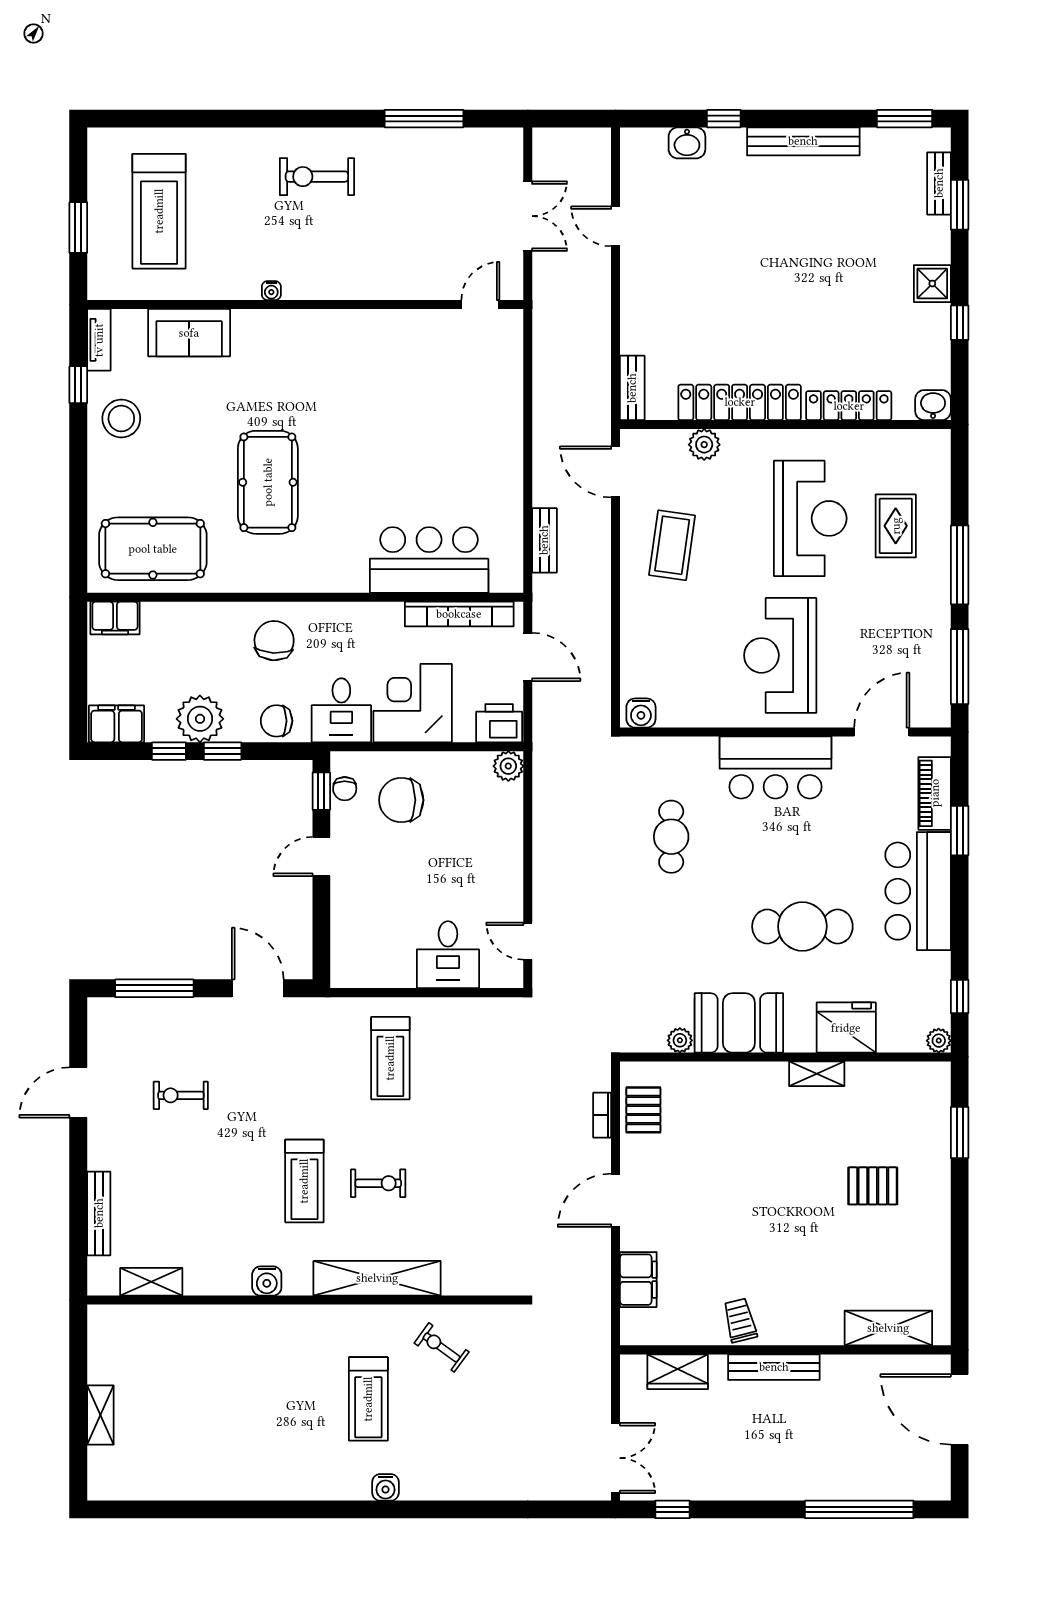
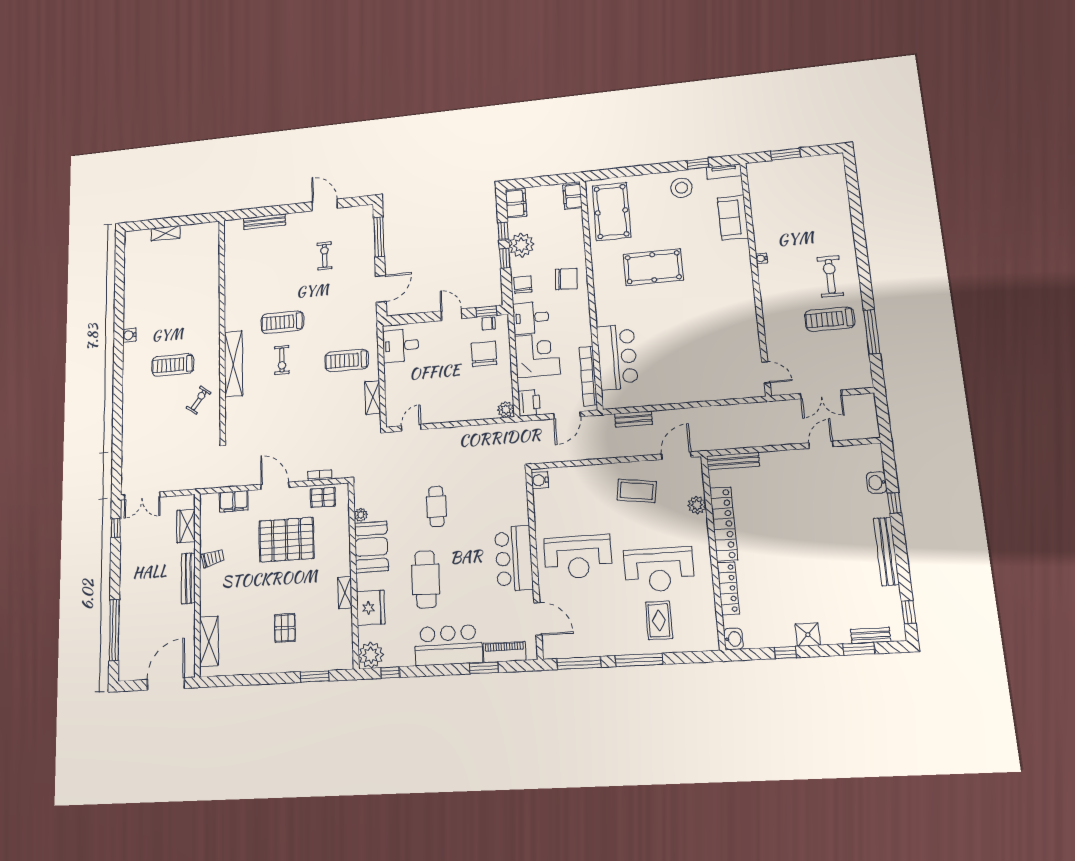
window: (905, 119) -> (909, 612), width x0.67
treadmill: (159, 211) -> (830, 319), moved, width x0.73, depth x0.73
bench: (632, 388) -> (733, 461), width x1.36
rug: (896, 526) -> (659, 620), turned 90
reception desk: (780, 655) -> (578, 557), turned 180
cafe table: (671, 837) -> (436, 506), moved, turned 90
desk: (448, 955) -> (401, 346), moved
plant: (939, 1041) -> (371, 655), width x1.88, depth x1.88
pallet: (716, 1180) -> (286, 540), added
water cooler: (267, 1281) -> (232, 308), removed
shelving: (151, 1282) -> (373, 397), moved
water cooler: (385, 1487) -> (129, 335), moved

